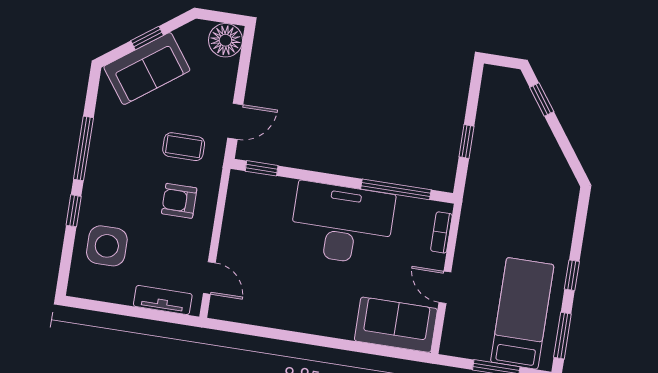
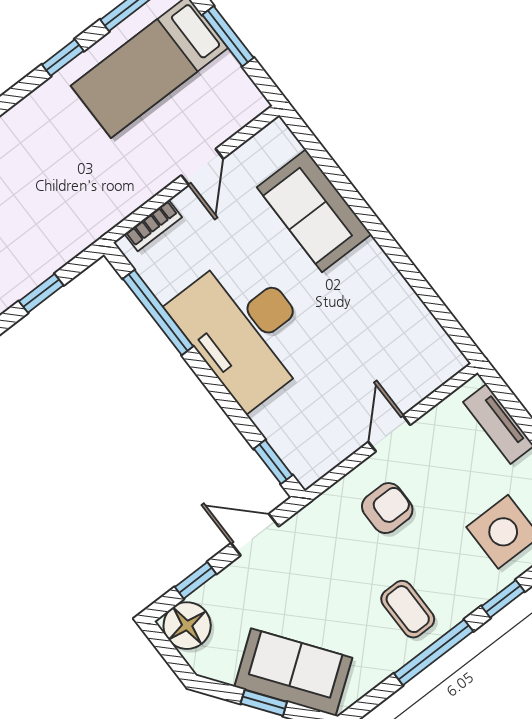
window: (244, 68) -> (195, 580), added
coffee table: (184, 147) -> (408, 609), moved
armchair: (179, 201) -> (387, 508), turned -90
door: (209, 278) -> (389, 433), moved
sofa: (396, 325) -> (314, 211), moved

